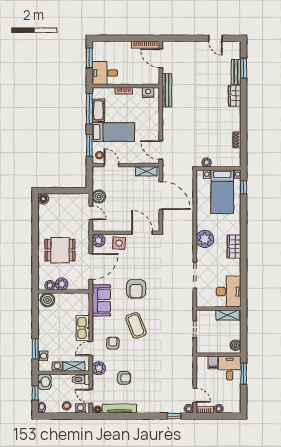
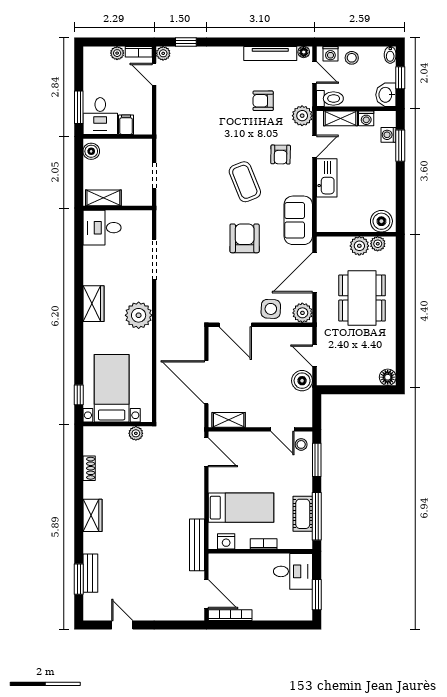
wardrobe: (235, 96) -> (92, 515), moved
bed: (113, 132) -> (241, 508), moved, turned 180
dining table: (60, 250) -> (362, 298), width x1.38
desk: (229, 291) -> (102, 228), width x0.73

